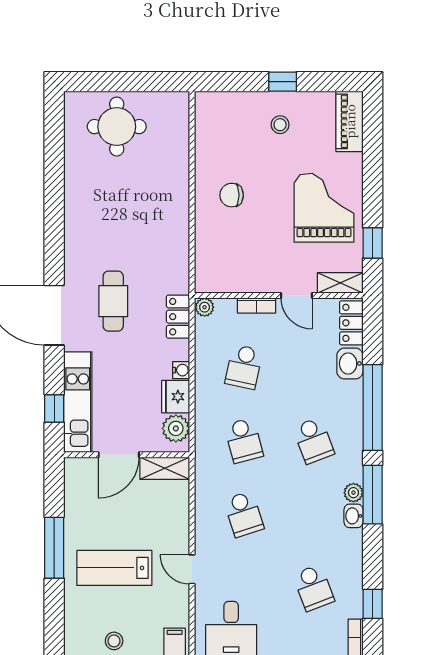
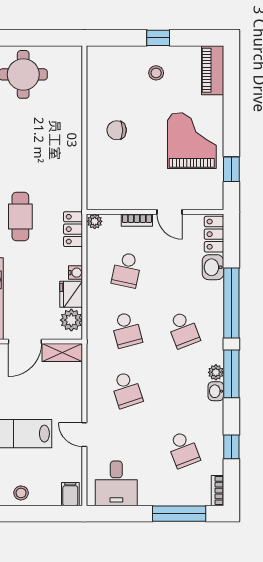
shelving: (340, 283) -> (205, 202), removed
window: (373, 604) -> (231, 447), moved

